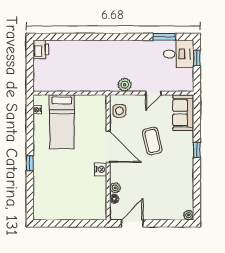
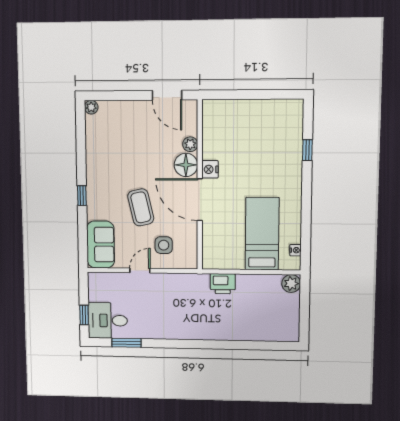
printer: (41, 49) -> (223, 284), moved, turned -90
plant: (125, 85) -> (291, 284), moved
side table: (119, 111) -> (164, 245), moved
window: (30, 163) -> (307, 150), moved
floor lamp: (114, 199) -> (186, 165), moved, width x1.89, depth x1.89
door: (132, 223) -> (167, 95), hinge flipped

